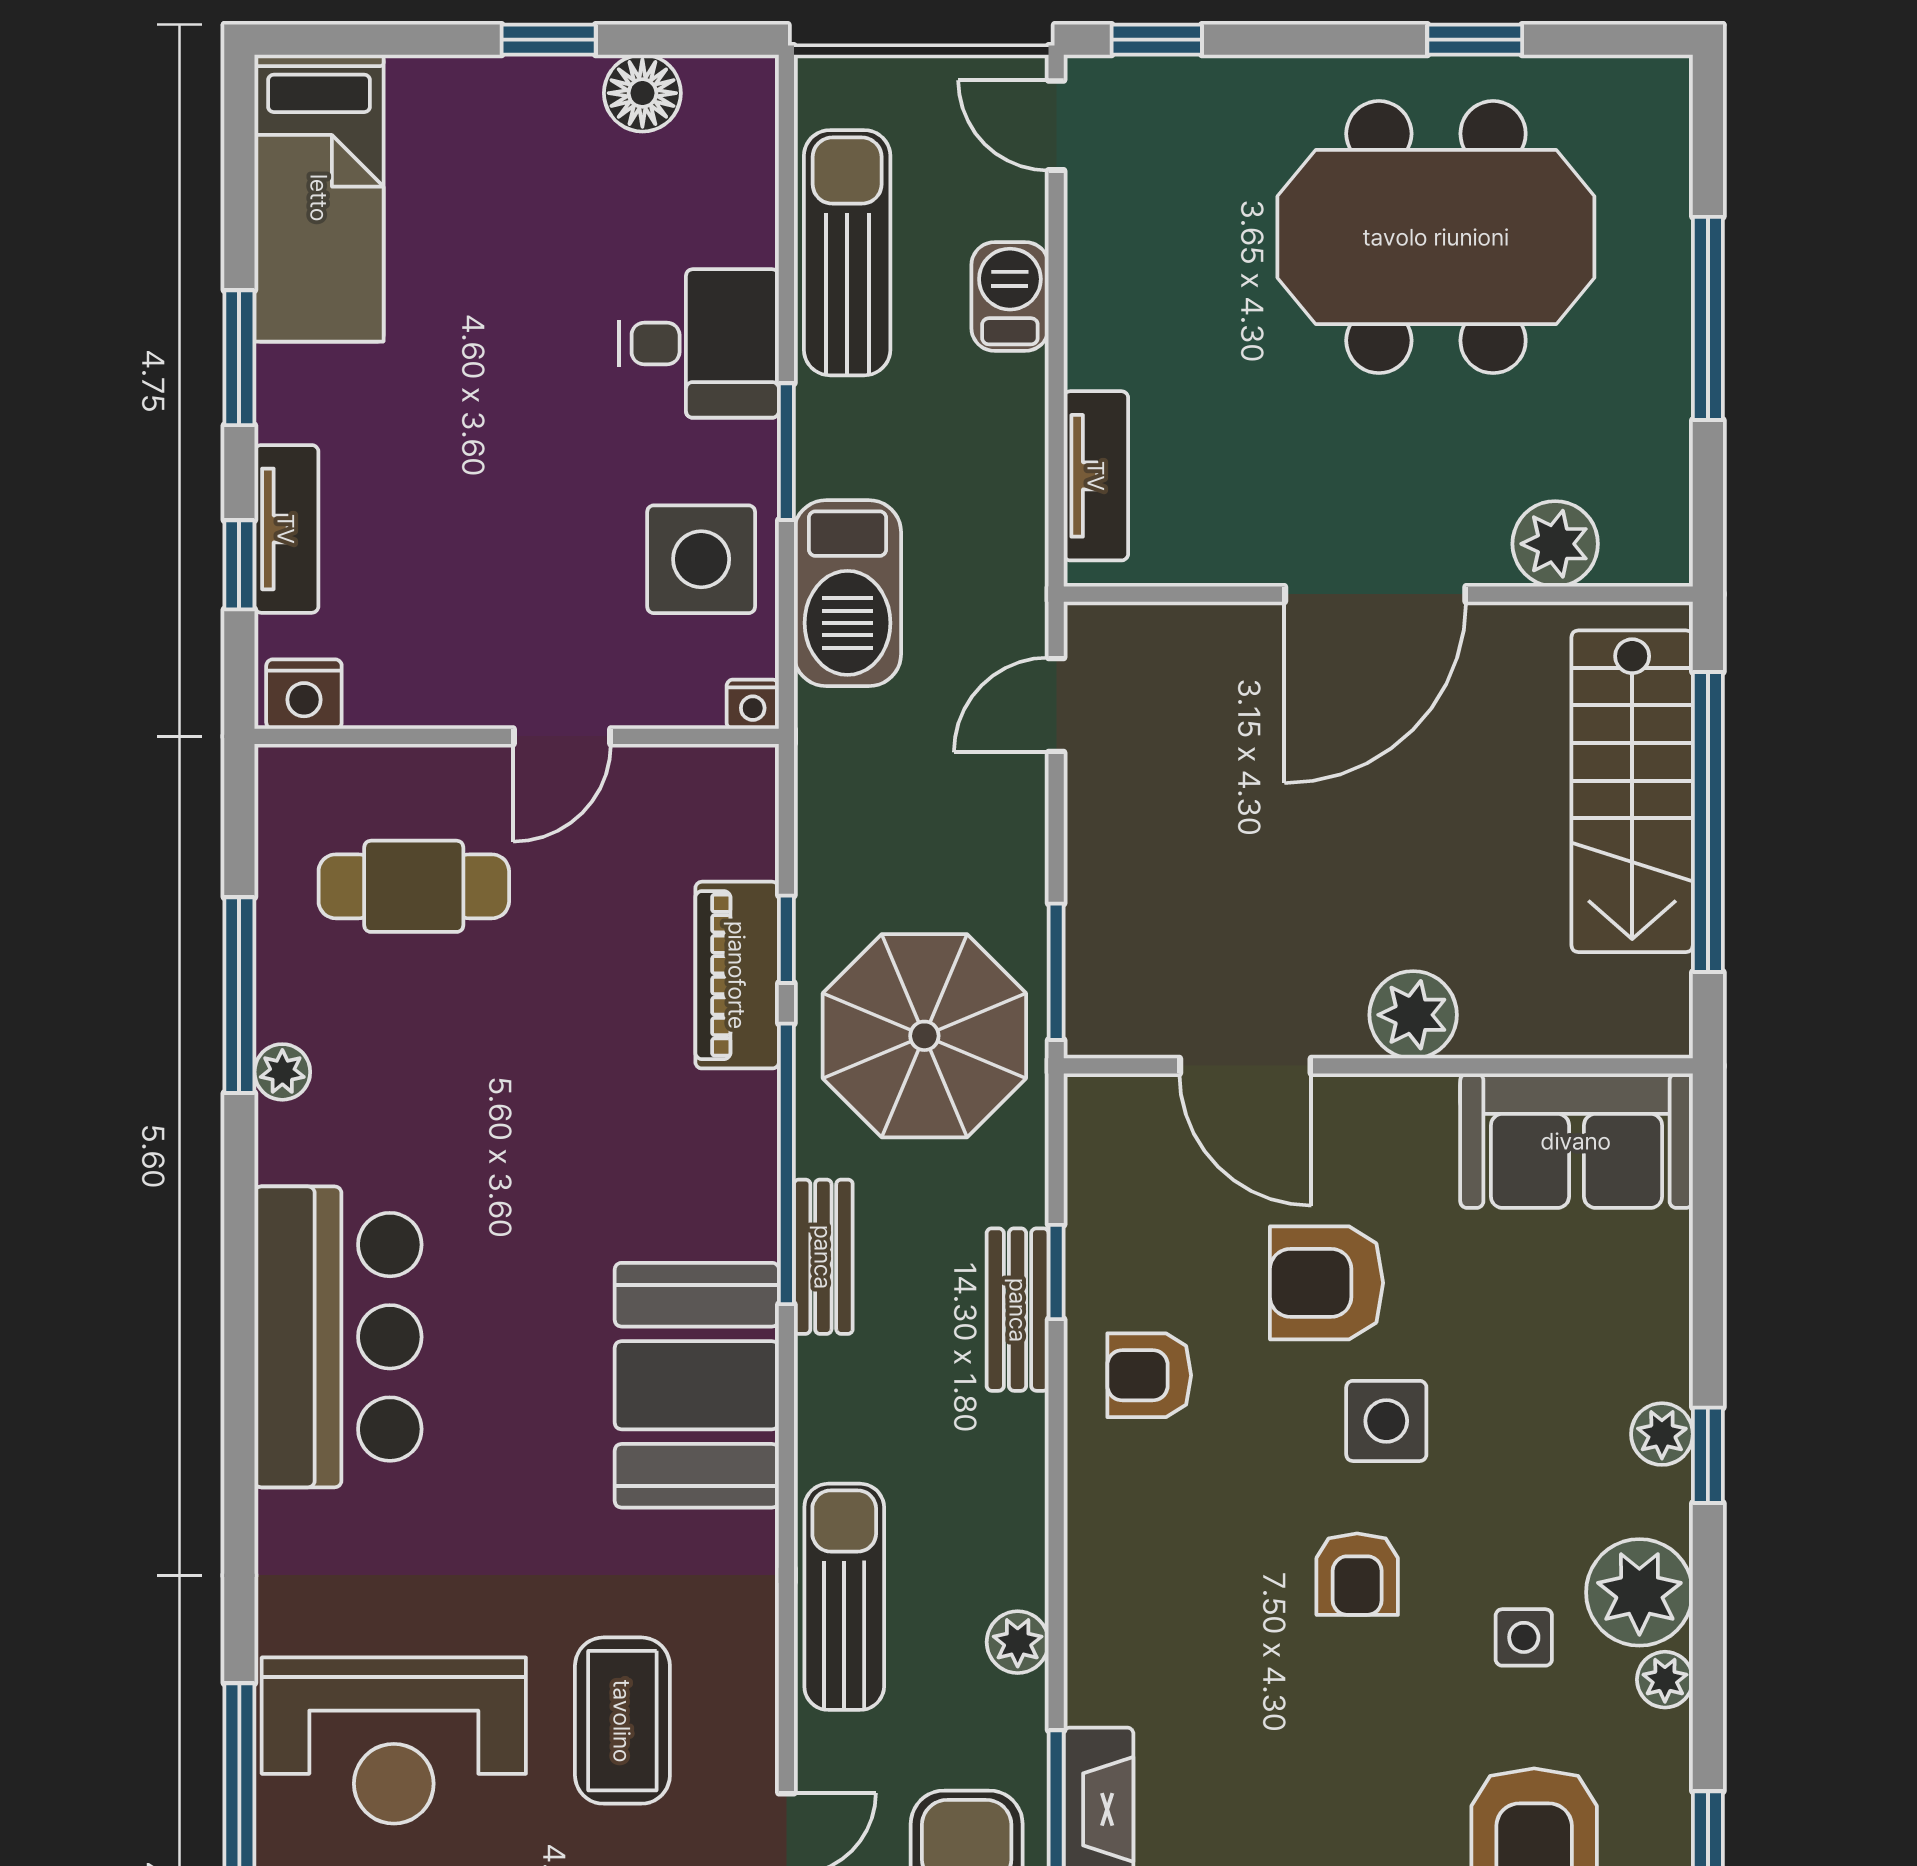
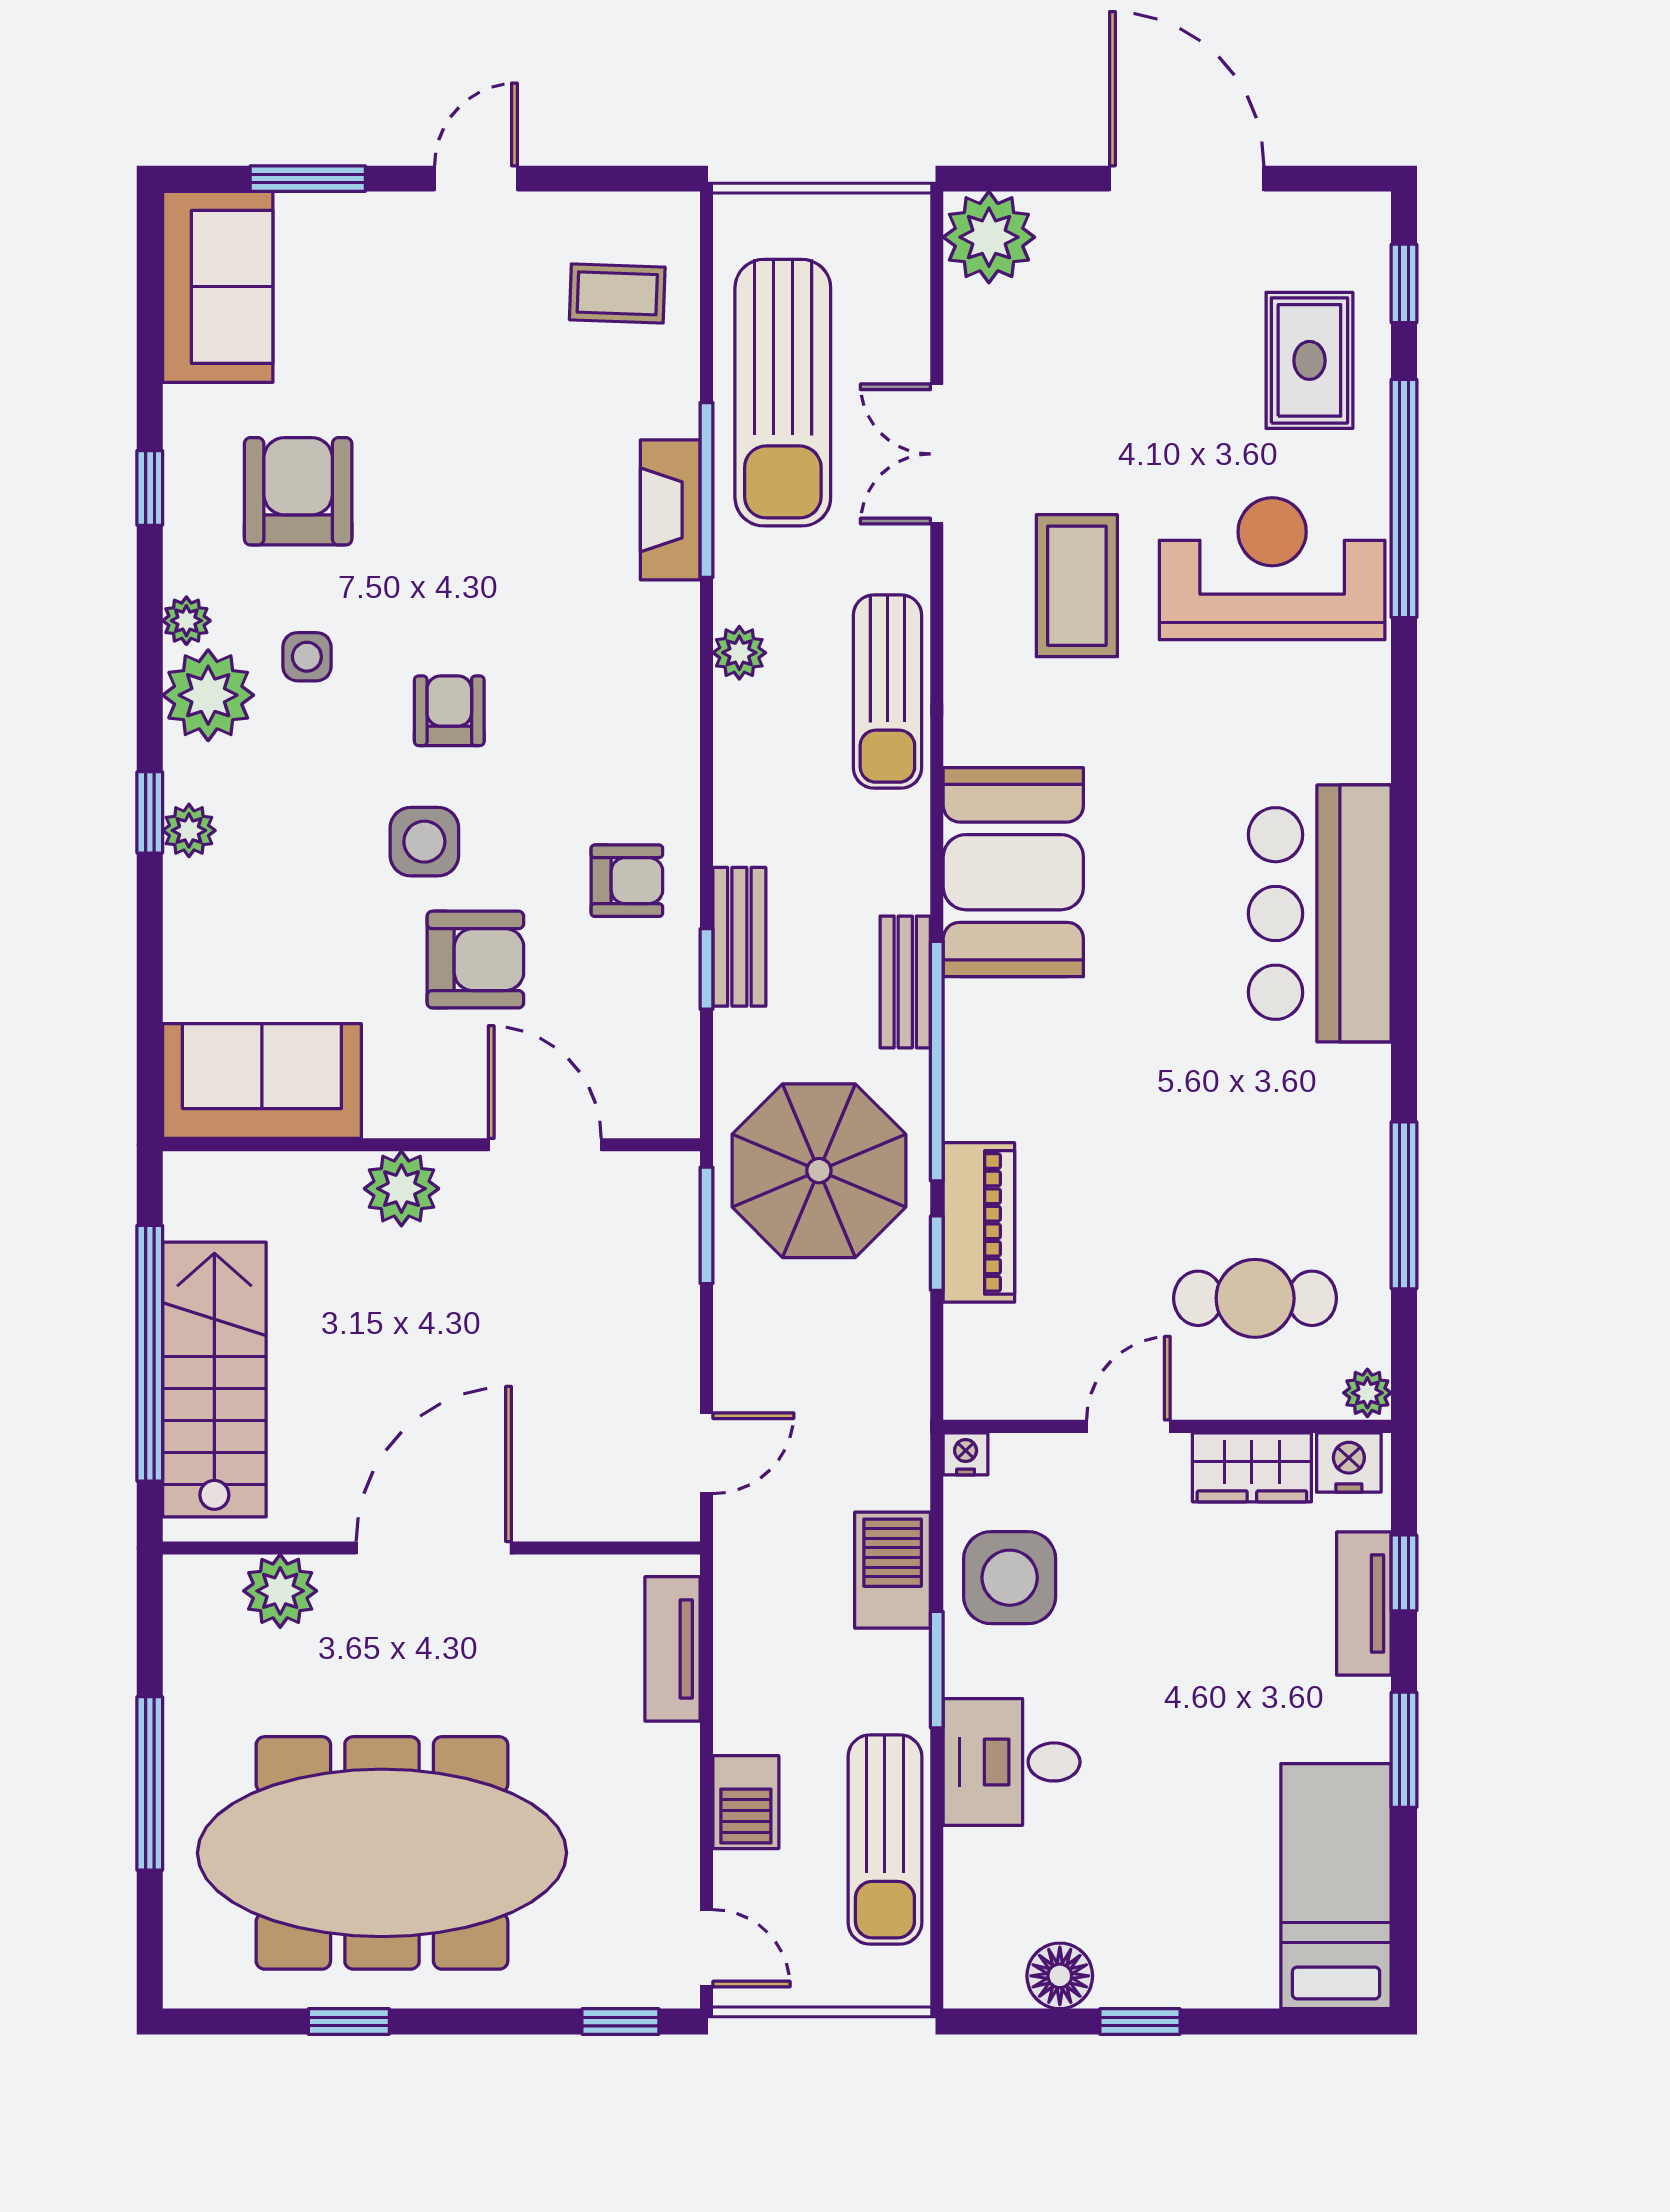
meeting table: (1436, 237) -> (382, 1853), width x1.36
barbecue: (847, 593) -> (893, 1570), width x0.73, depth x0.83
wardrobe: (417, 688) -> (1252, 1467), added
plant: (282, 1072) -> (1367, 1393), moved

